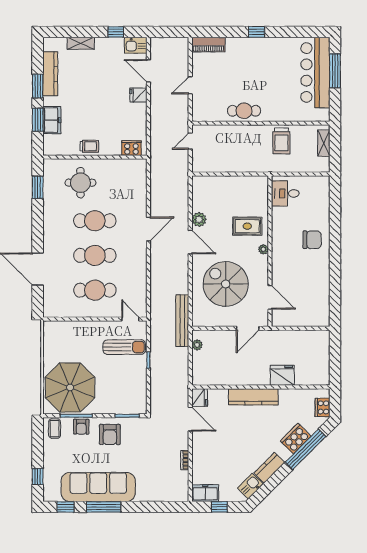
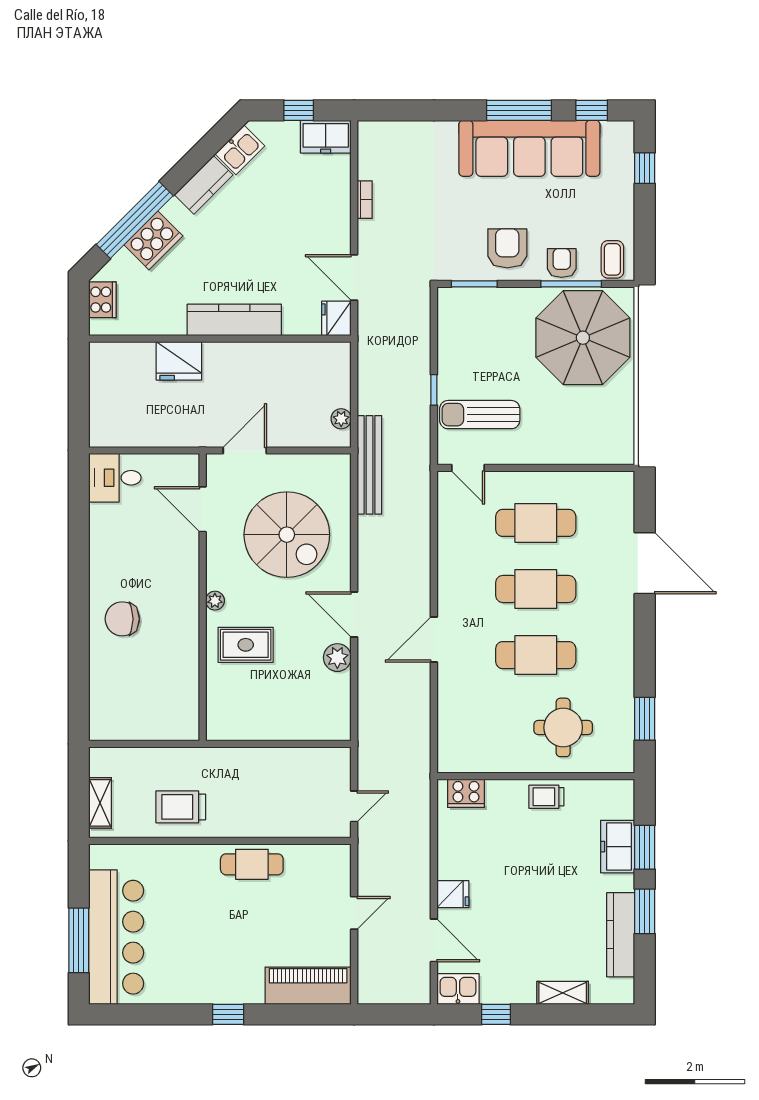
piano: (208, 45) -> (308, 986), width x1.37, depth x1.33
trolley: (281, 141) -> (181, 807), turned -90
desk: (285, 193) -> (115, 478), moved, turned 180

